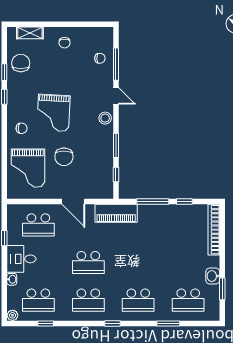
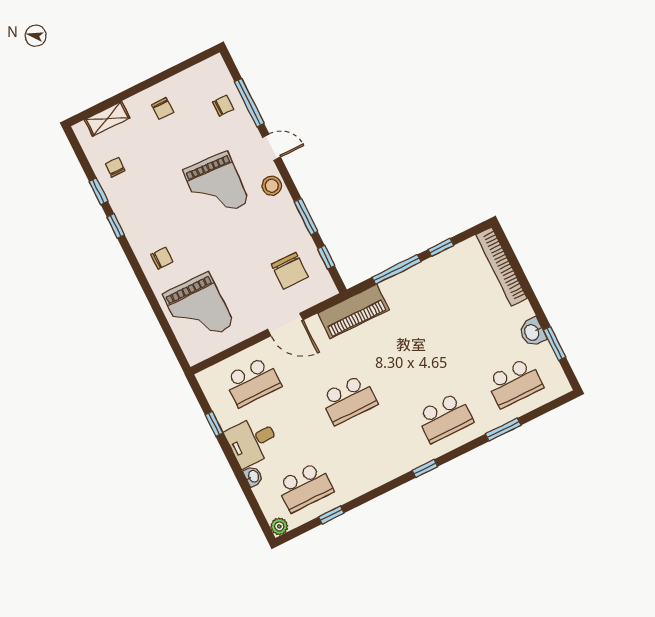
chair: (21, 63) -> (115, 167), width x0.54, depth x0.54
grand piano: (53, 113) -> (216, 186), moved
chair: (64, 157) -> (290, 271), moved
school desk: (88, 300) -> (375, 452), removed

